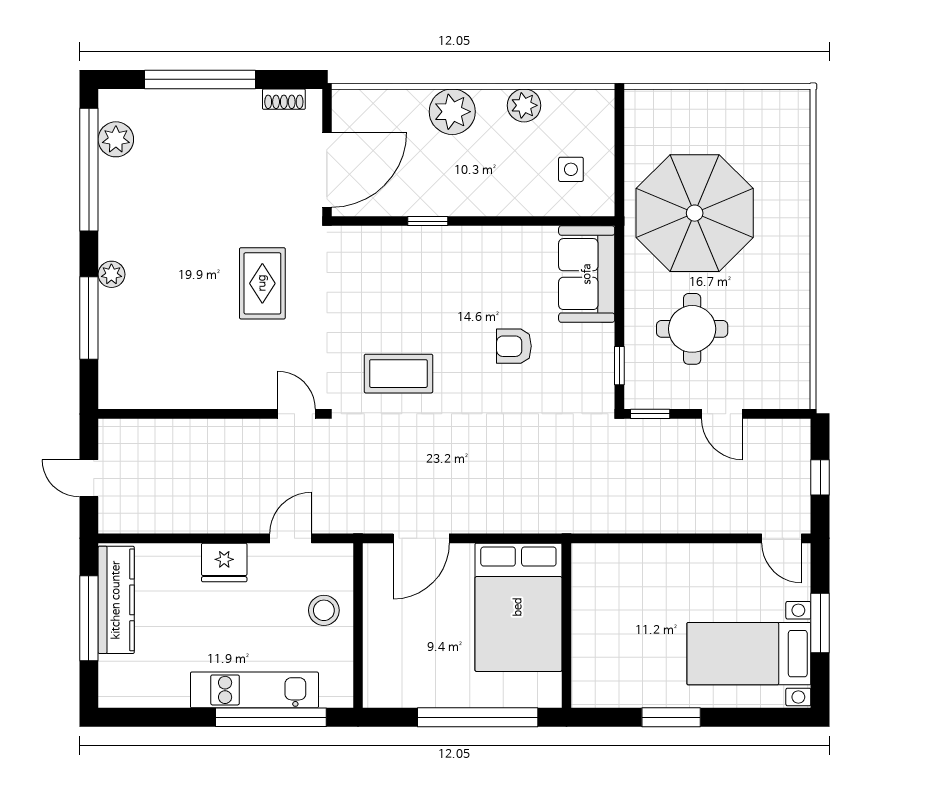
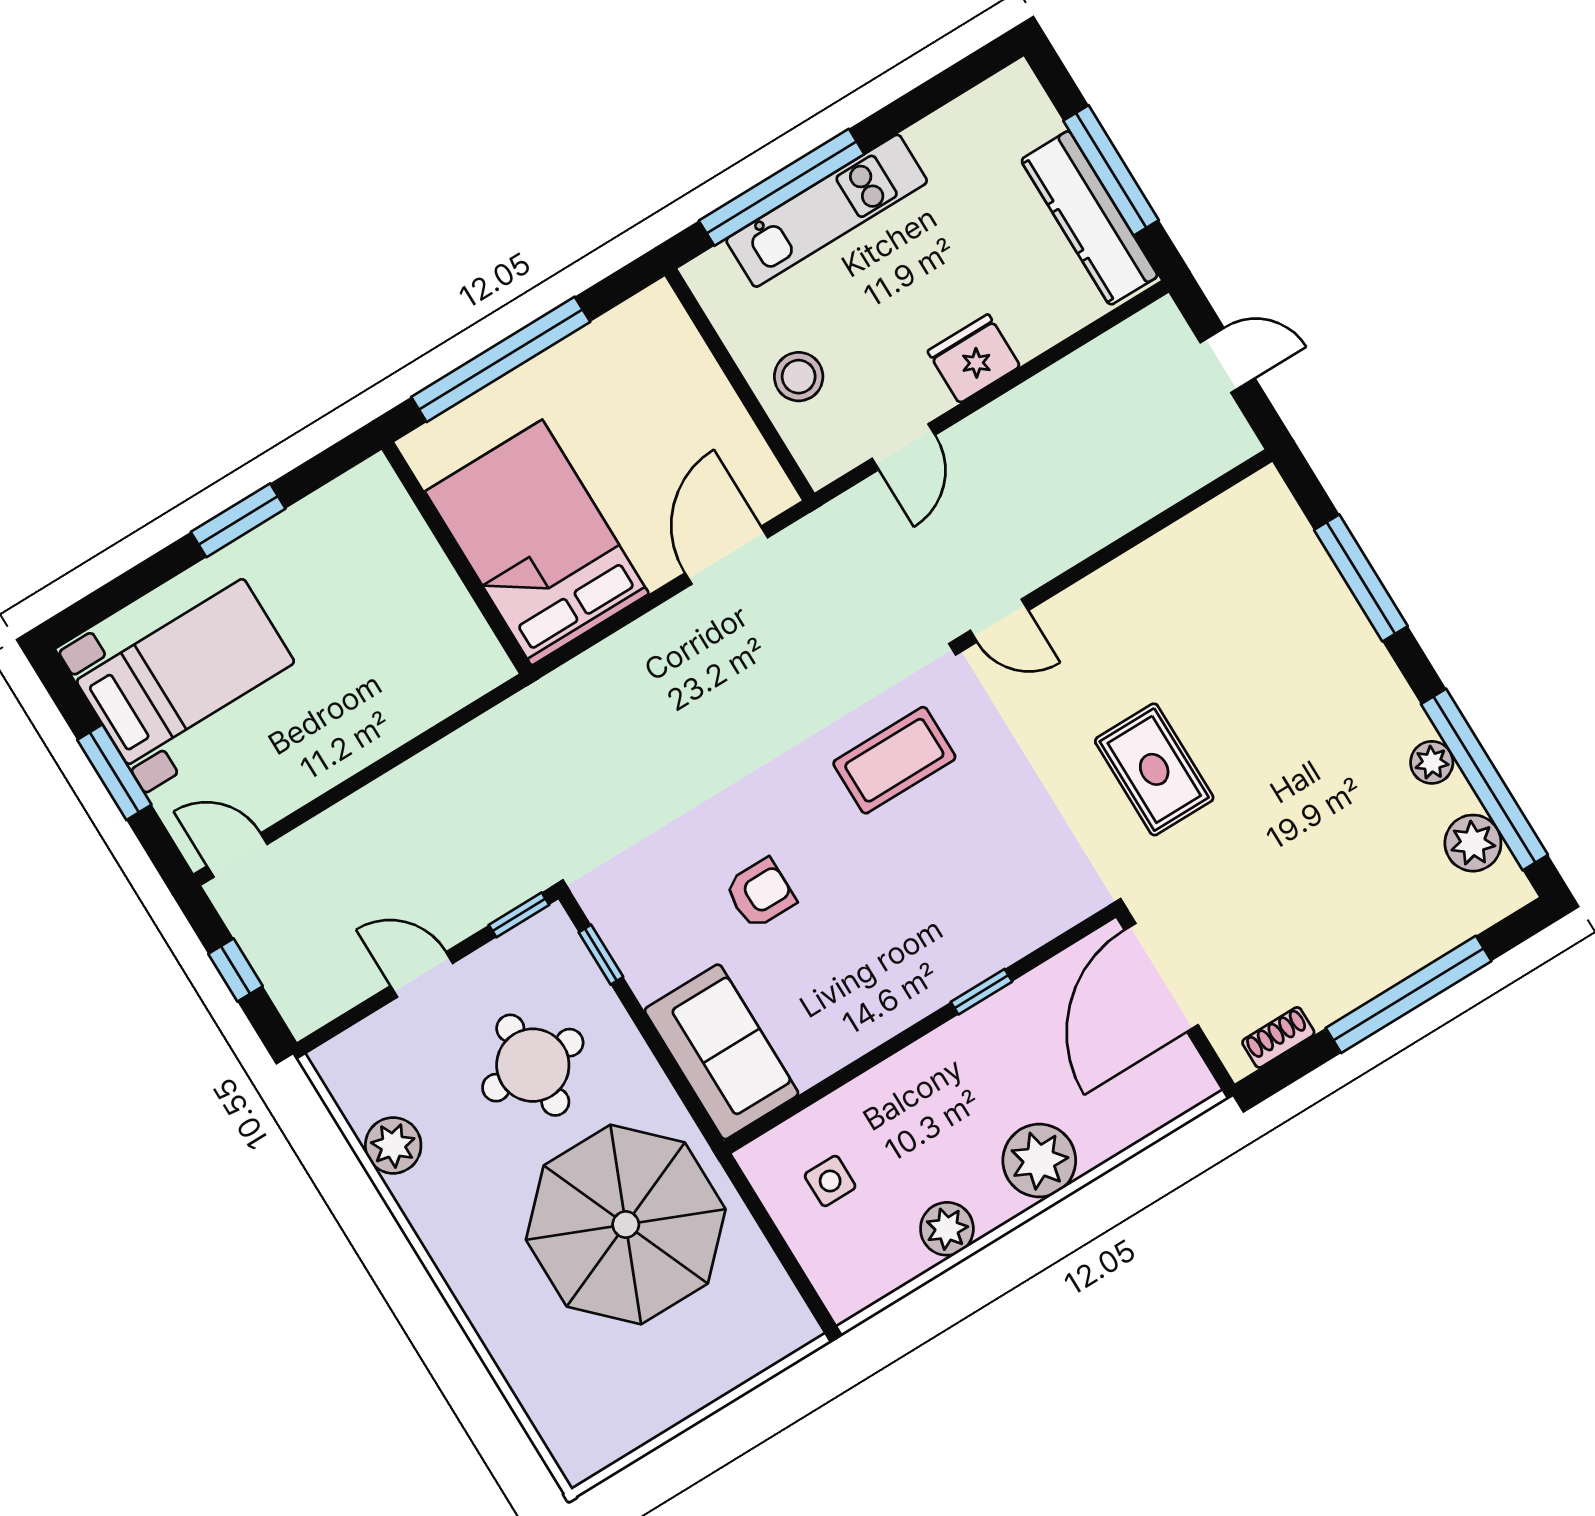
plant: (111, 274) -> (1432, 762), moved
plant: (793, 332) -> (393, 1145), added

